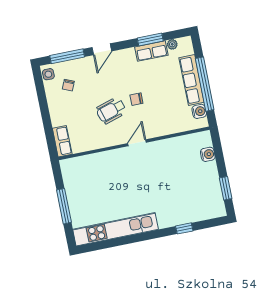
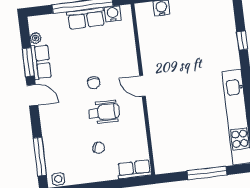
door: (102, 49) -> (32, 95), moved
row of seats: (192, 80) -> (86, 18), width x0.68
chair: (68, 85) -> (99, 148), moved
wheelchair: (111, 110) -> (104, 112), turned -73

